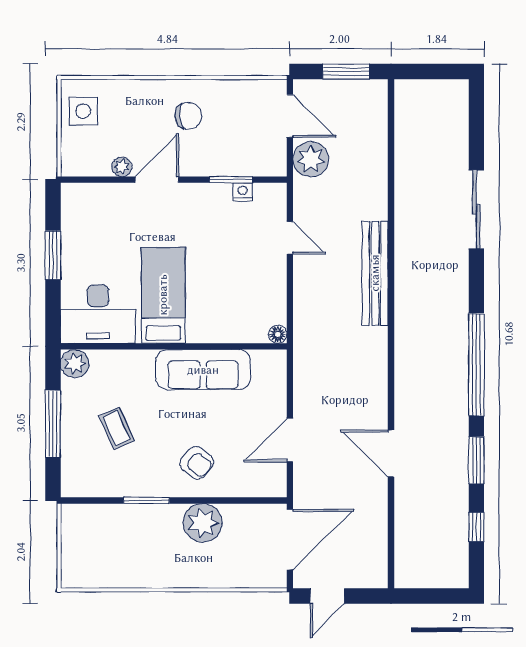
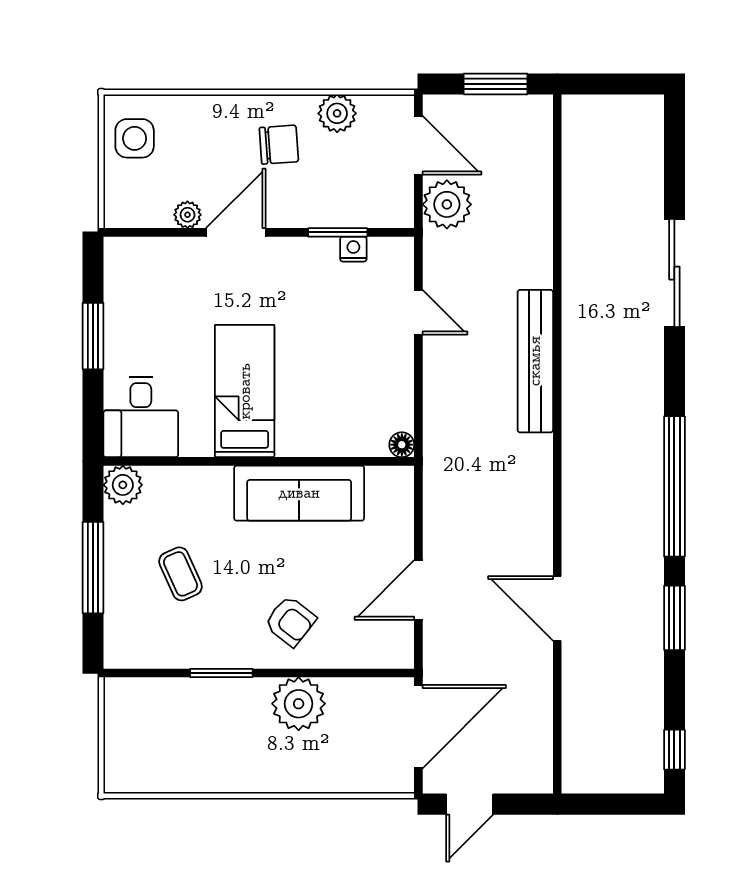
plant: (231, 93) -> (337, 113), added
desk: (98, 314) -> (141, 417), width x0.73
window: (476, 527) -> (674, 750), moved

